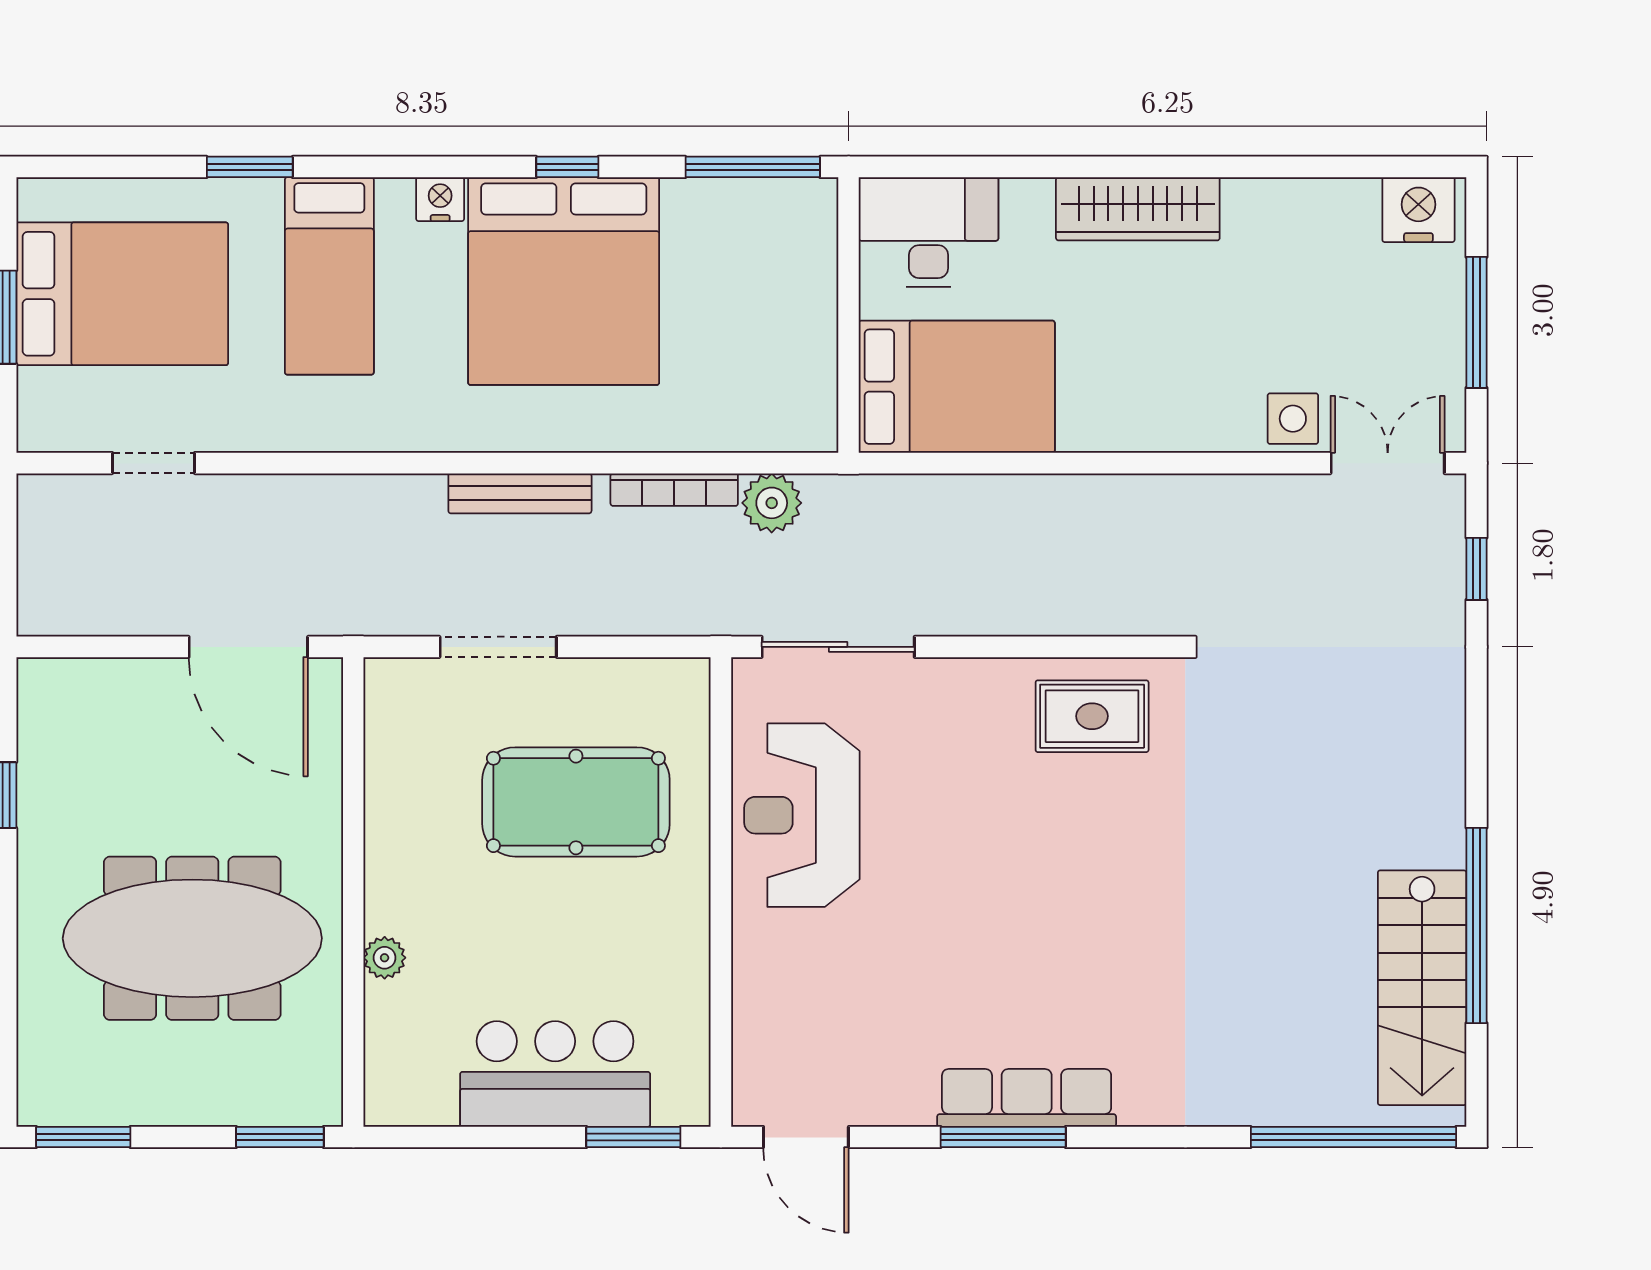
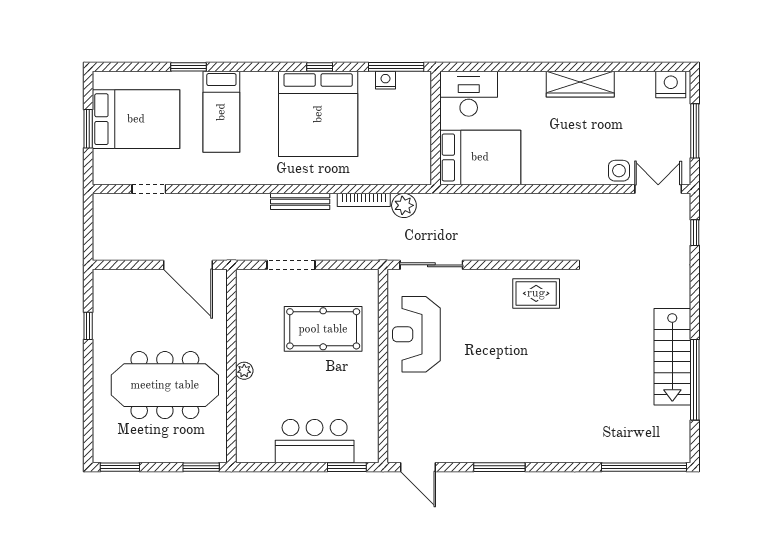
nightstand: (440, 199) -> (385, 80), moved
wardrobe: (1138, 209) -> (580, 84), moved
plant: (385, 958) -> (244, 371), moved
stairs: (1422, 988) -> (672, 357), moved
row of seats: (1027, 1098) -> (509, 451), removed

